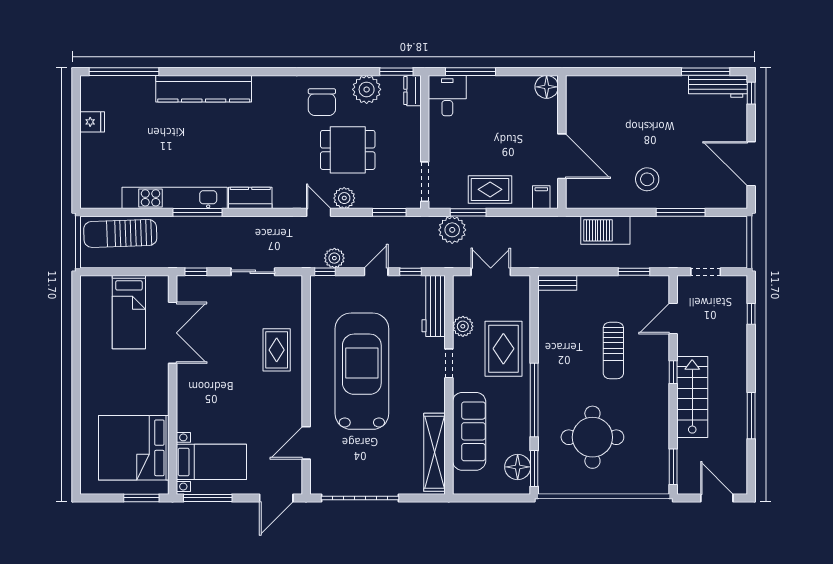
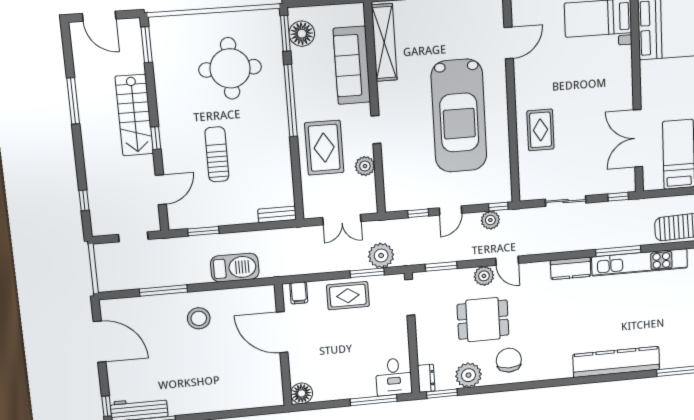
workbench: (434, 306) -> (394, 183), removed

